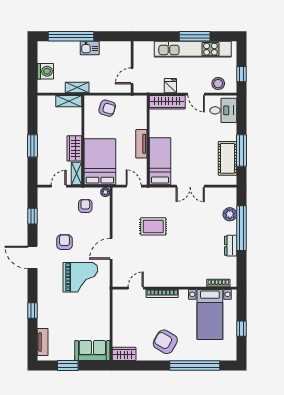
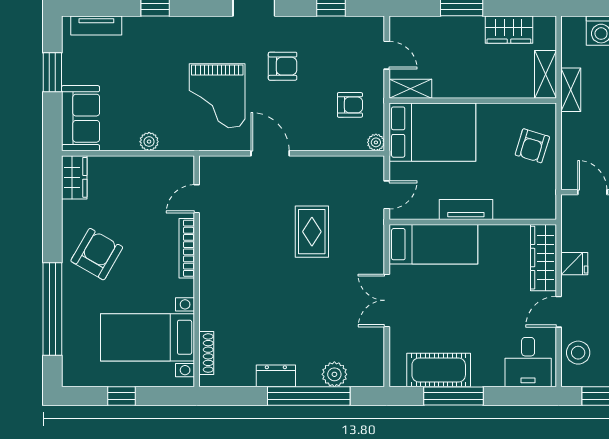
wardrobe: (74, 148) -> (509, 30), moved, turned 180
door: (136, 288) -> (197, 199), swing flipped
plant: (105, 314) -> (149, 142), added

